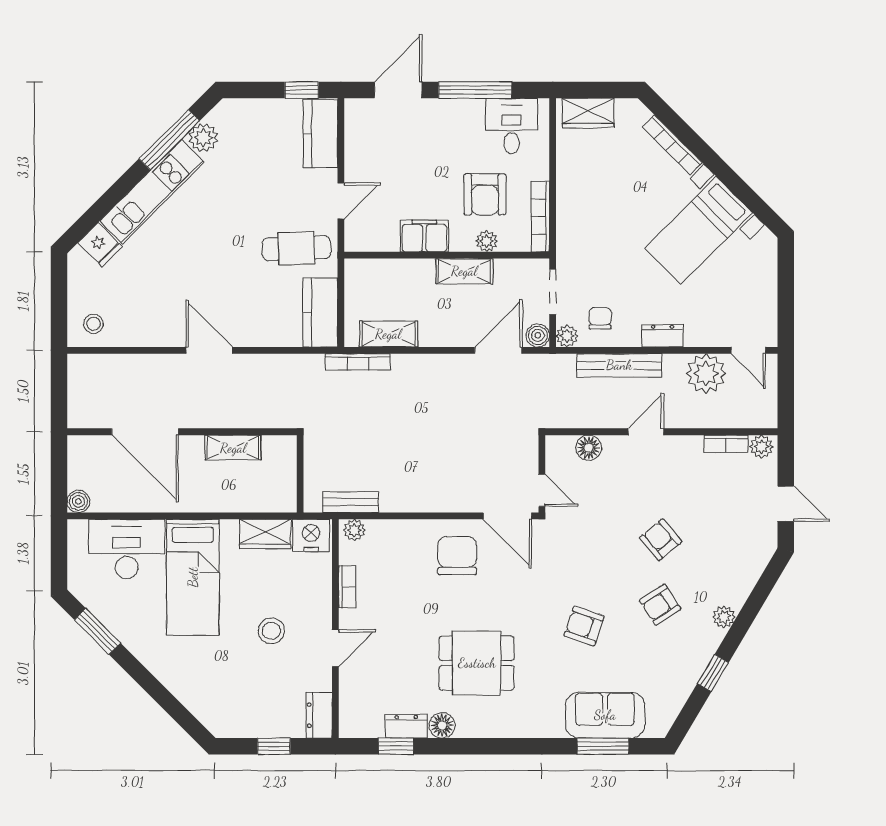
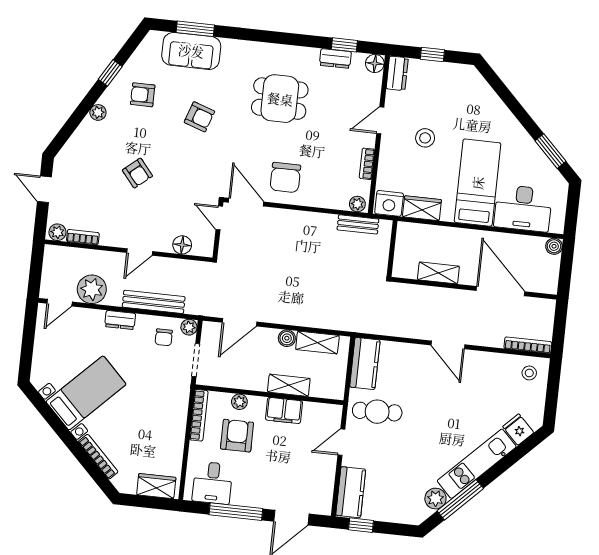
shelving: (464, 271) -> (289, 385), moved
boiler: (538, 335) -> (287, 338), moved
door: (748, 350) -> (60, 303), swing flipped
bookcase: (358, 362) -> (528, 345), moved
armchair: (660, 605) -> (143, 95), moved, turned -147
floor lamp: (442, 725) -> (375, 63), moved

